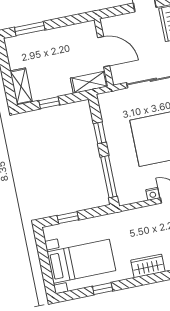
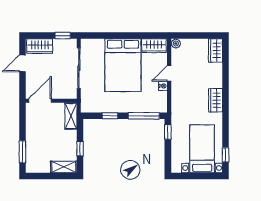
door: (104, 52) -> (40, 101), moved
window: (68, 218) -> (168, 132), moved
window: (103, 289) -> (226, 155), moved

